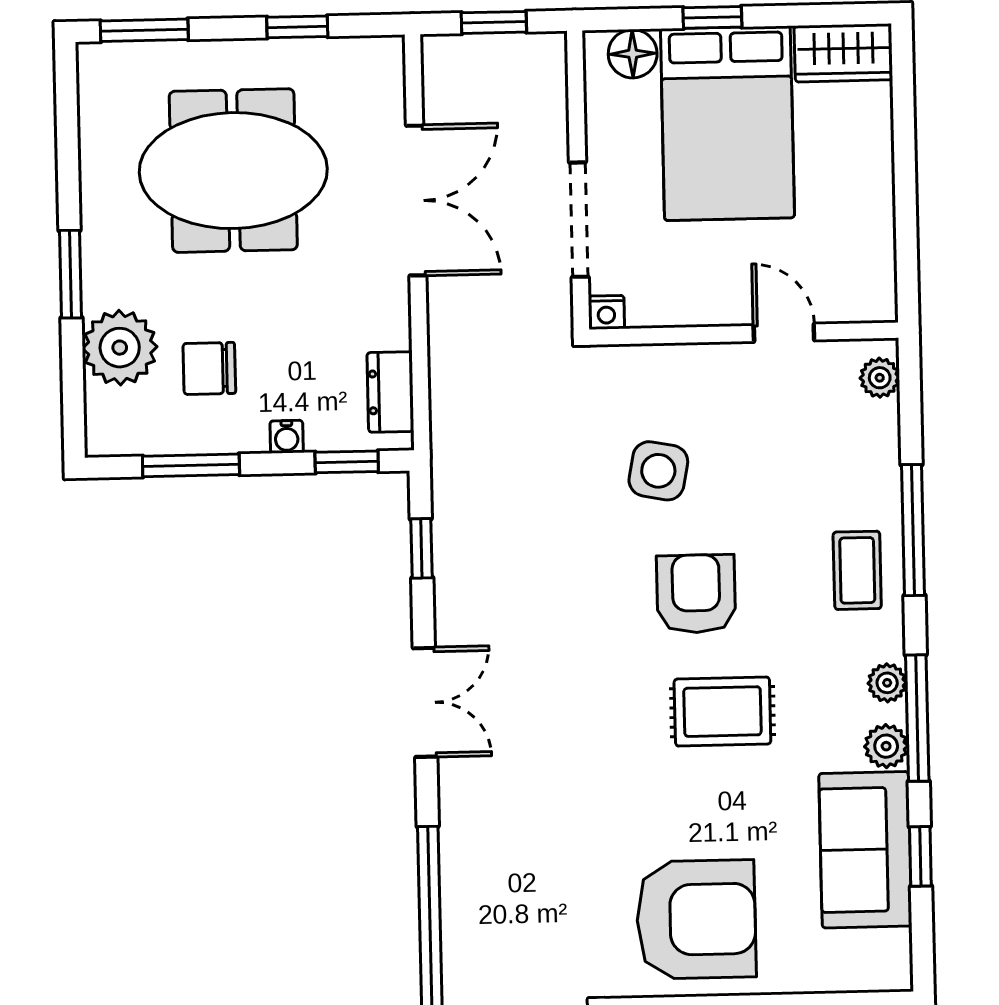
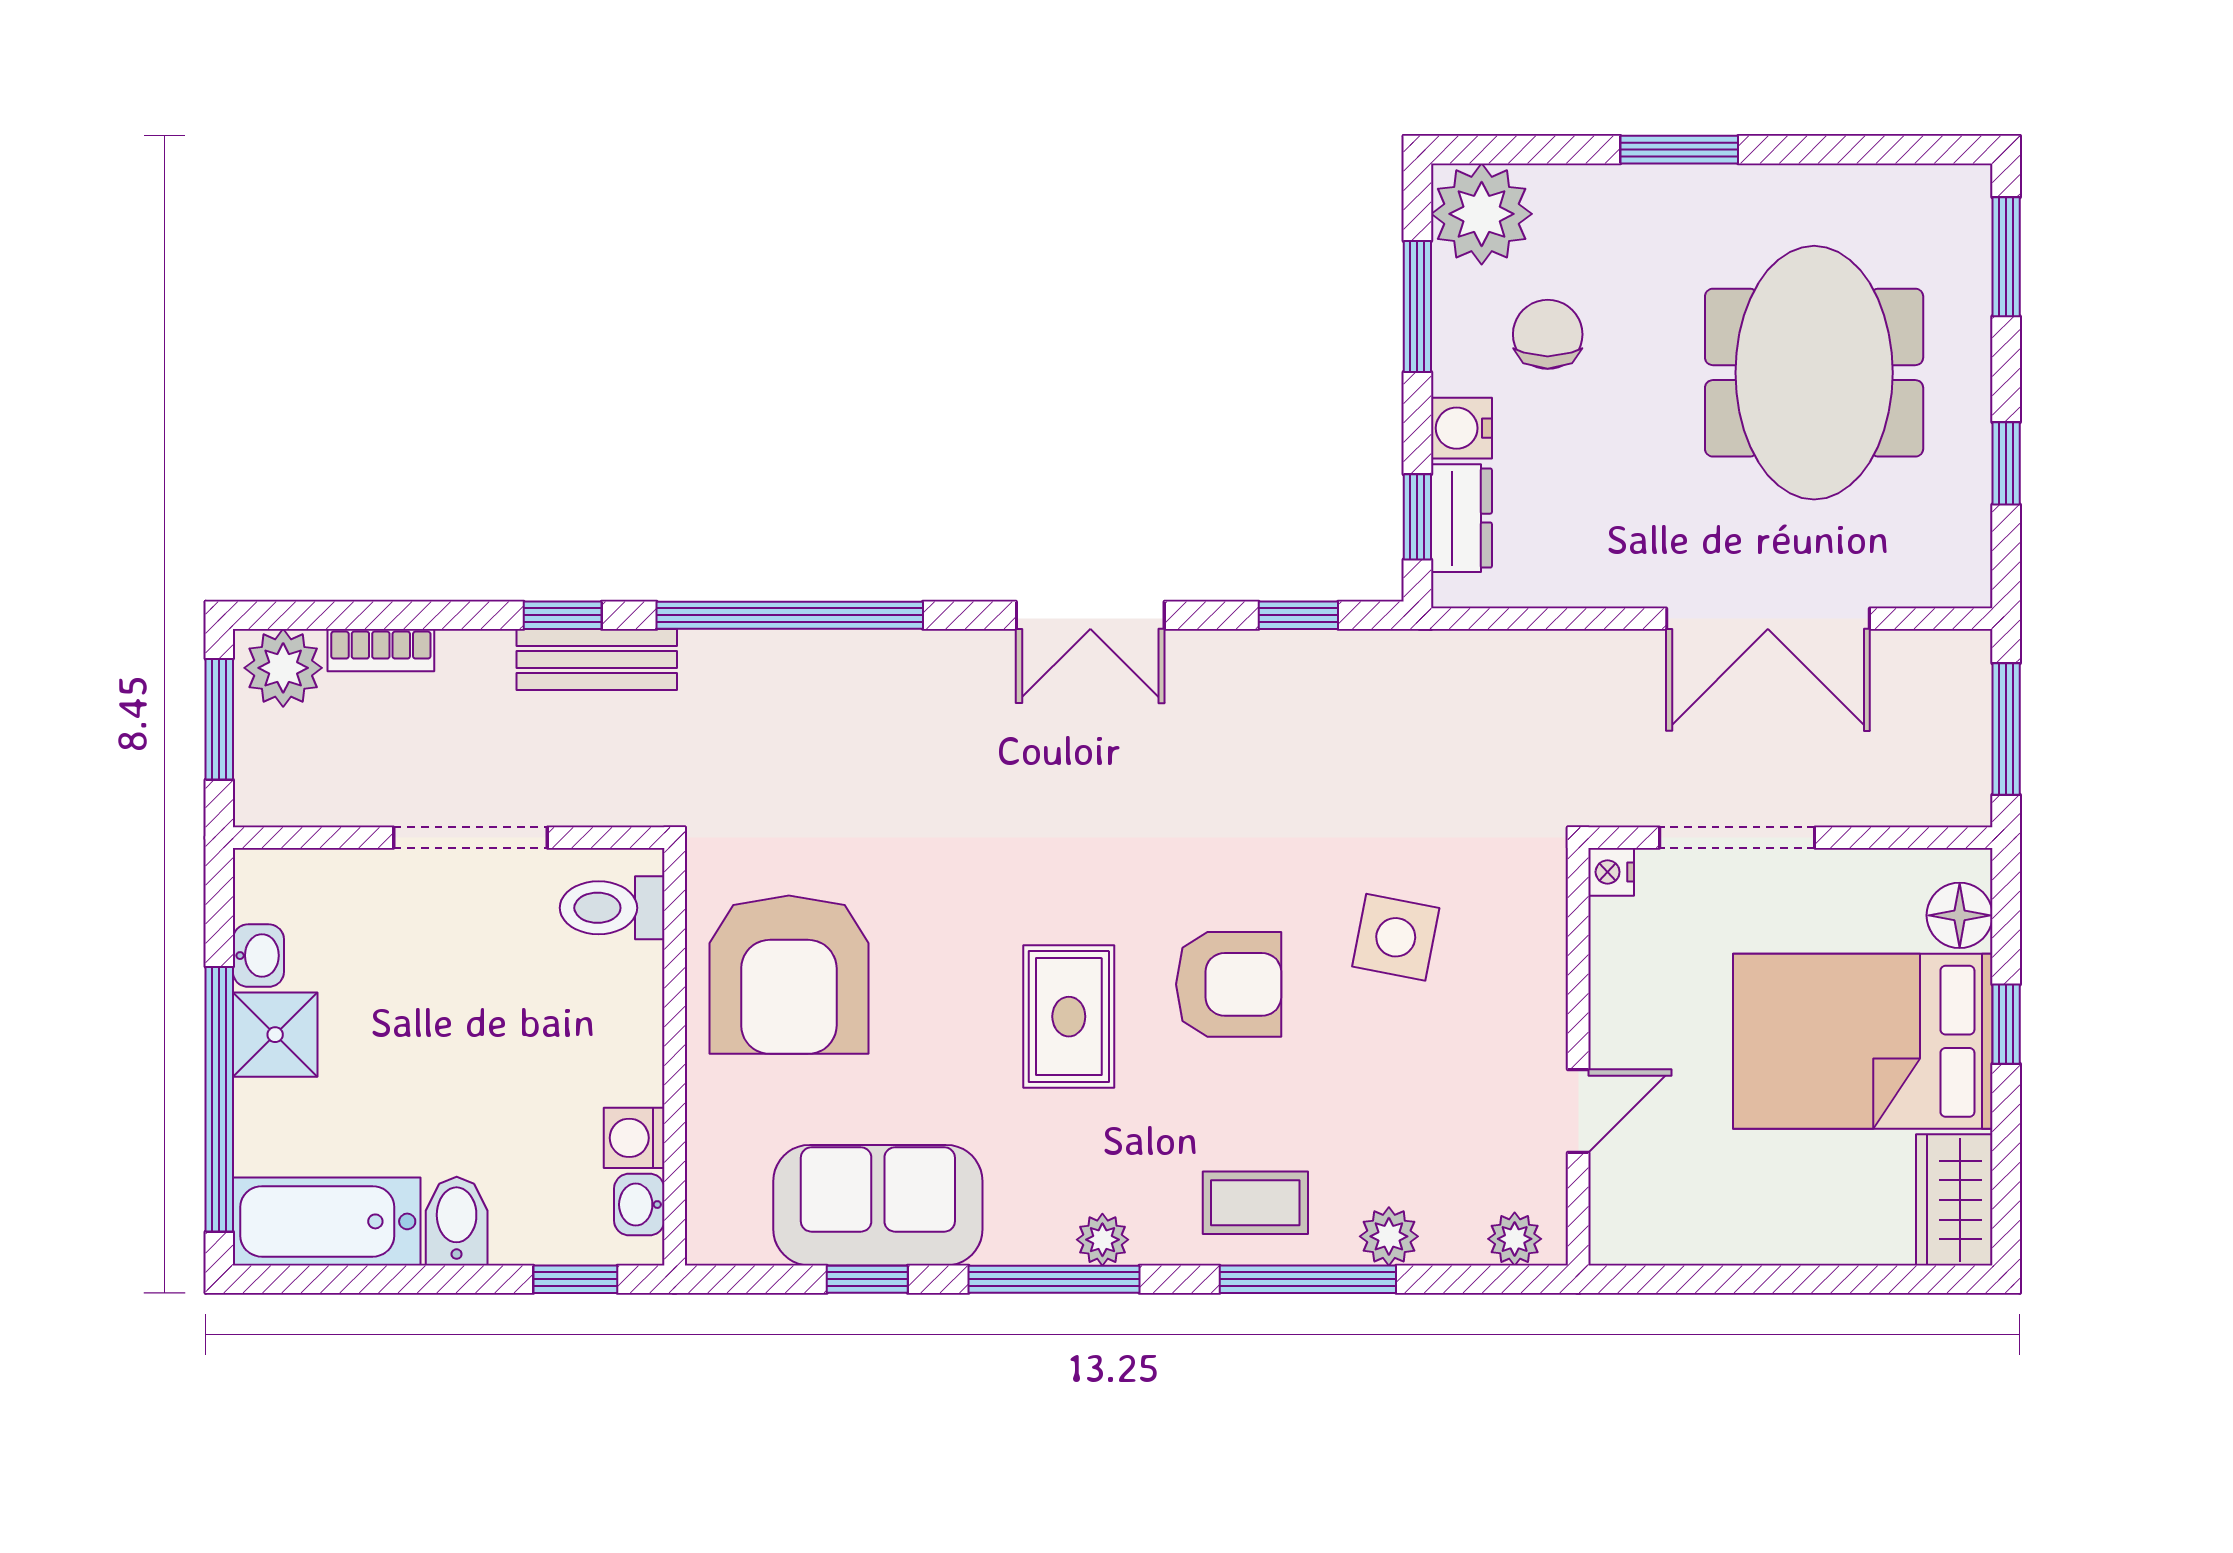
window: (494, 22) -> (2006, 729), width x1.50
plant: (120, 348) -> (1482, 214), moved
dresser: (390, 392) -> (1461, 518), moved, turned 90
water cooler: (287, 437) -> (1461, 428), width x1.38, depth x1.38
plant: (886, 746) -> (1389, 1236), moved

